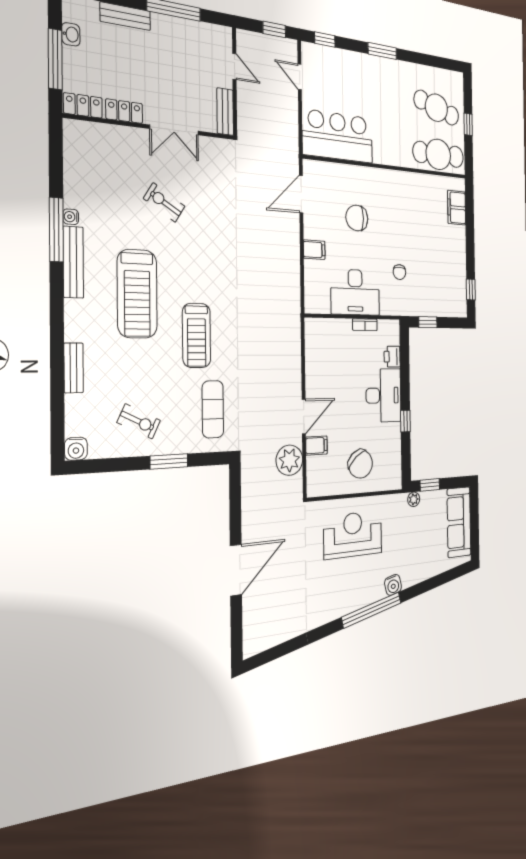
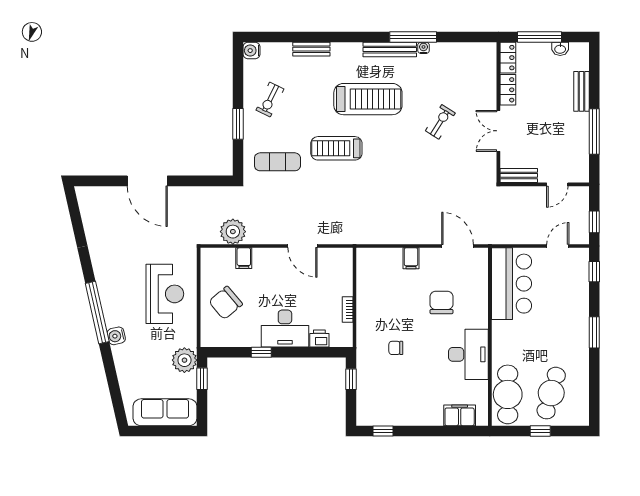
desk: (355, 292) -> (468, 354), moved, turned 180
treadmill: (137, 294) -> (368, 99), turned 180
door: (304, 417) -> (302, 246), moved
plant: (414, 499) -> (184, 360), width x1.88, depth x1.88

